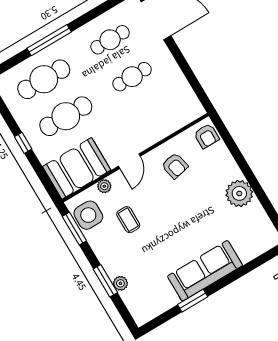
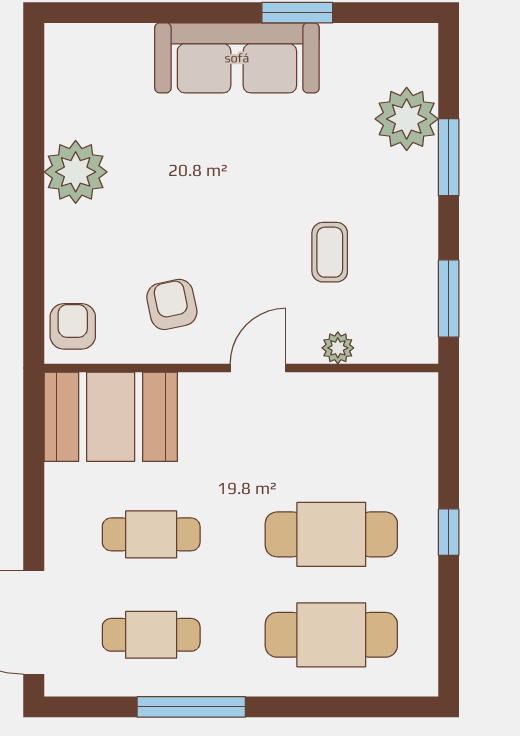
window: (49, 40) -> (191, 707), moved
booth: (77, 168) -> (111, 417), moved
side table: (88, 215) -> (404, 309), removed
plant: (120, 283) -> (407, 119), width x1.88, depth x1.88

